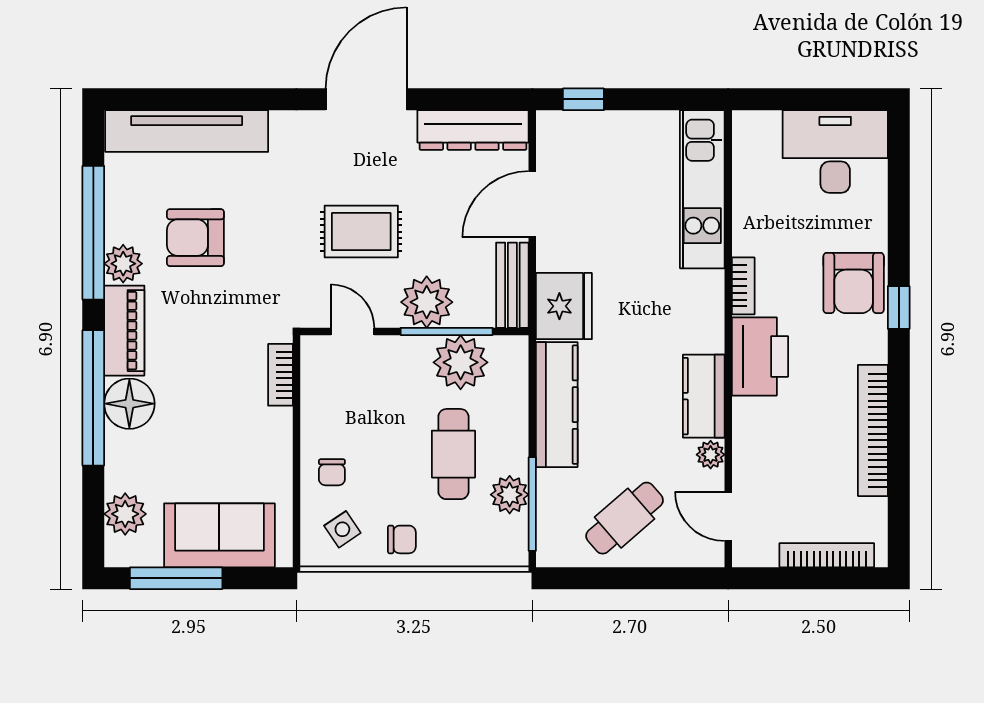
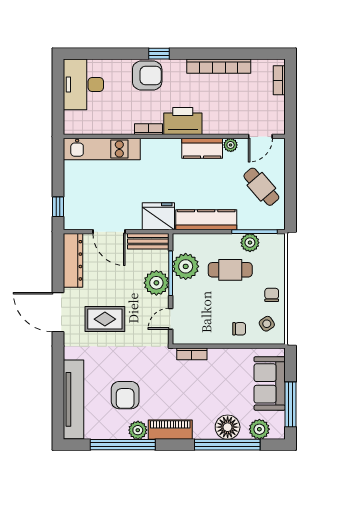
rug: (361, 232) -> (105, 319), moved, turned 90
window: (93, 398) -> (227, 445), moved
floor lamp: (129, 404) -> (228, 427), moved
bookcase: (827, 555) -> (279, 80), width x0.64

